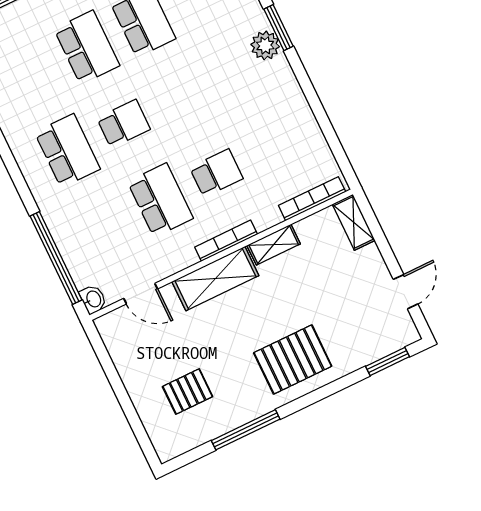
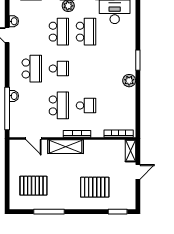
plant: (265, 45) -> (129, 81), moved
shelving: (274, 245) -> (95, 144), removed
door: (406, 292) -> (138, 172), moved
washbasin: (93, 299) -> (14, 96), moved
pallet: (293, 359) -> (95, 187), moved
pallet: (188, 392) -> (33, 186), width x1.50, depth x1.42

